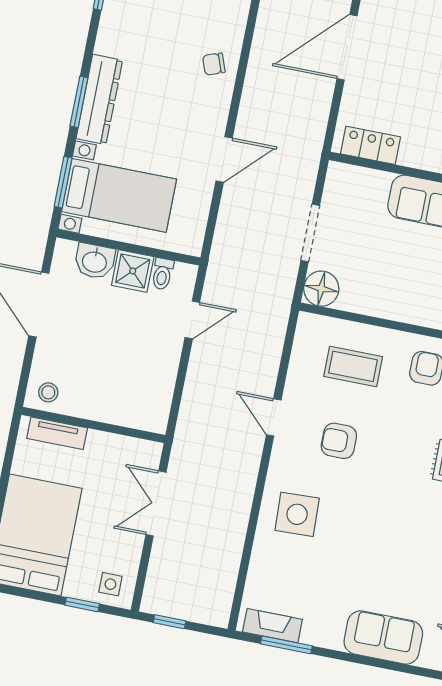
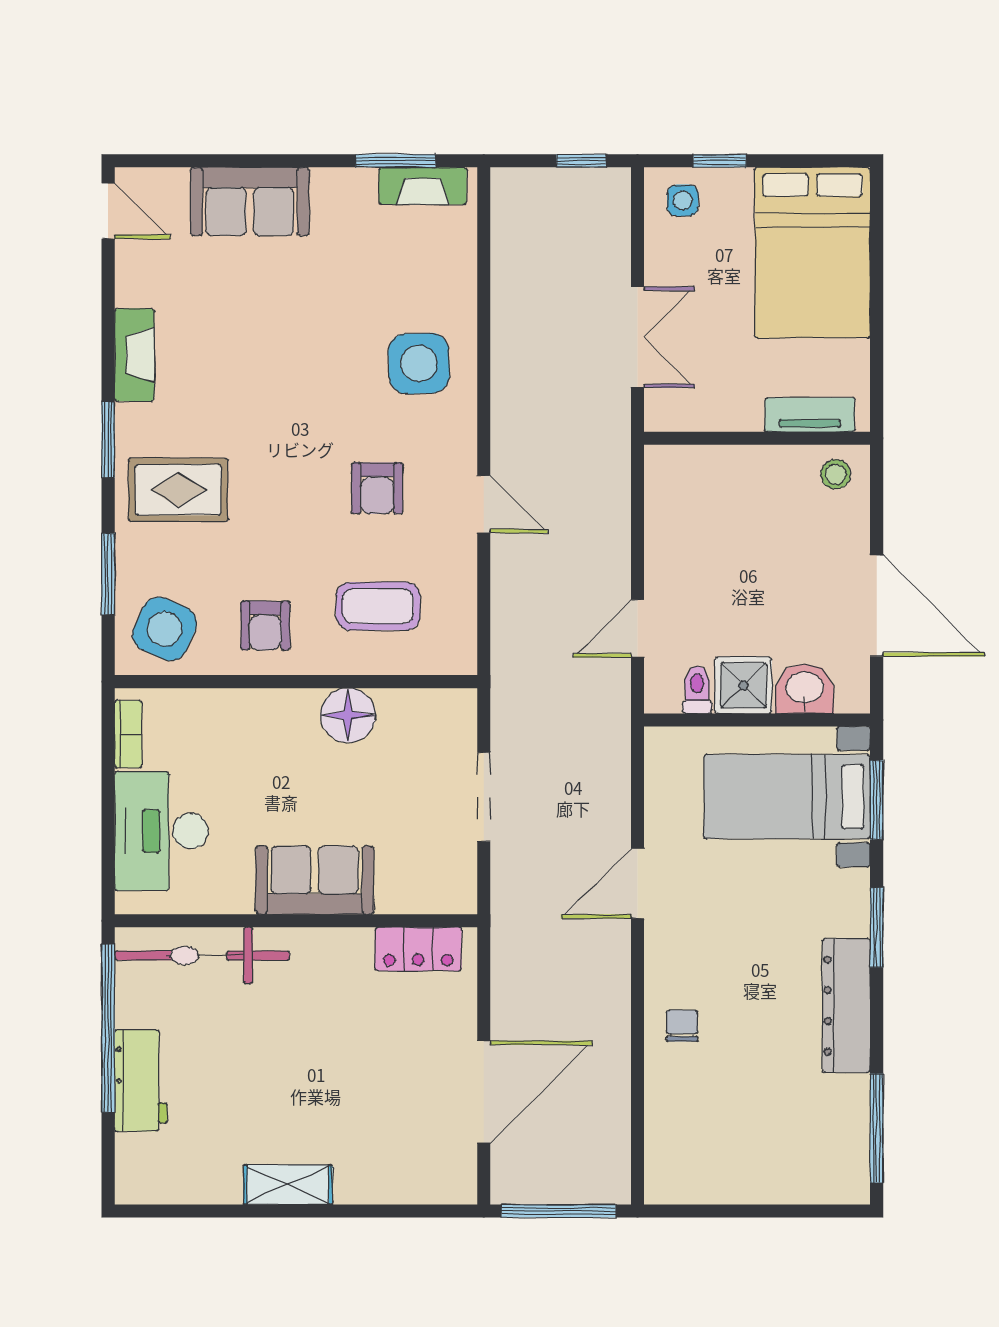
chair: (214, 64) -> (682, 1026), turned -70
dresser: (99, 99) -> (846, 1006), moved
floor lamp: (321, 289) -> (348, 715), moved
armchair: (339, 441) -> (377, 488), turned 90

